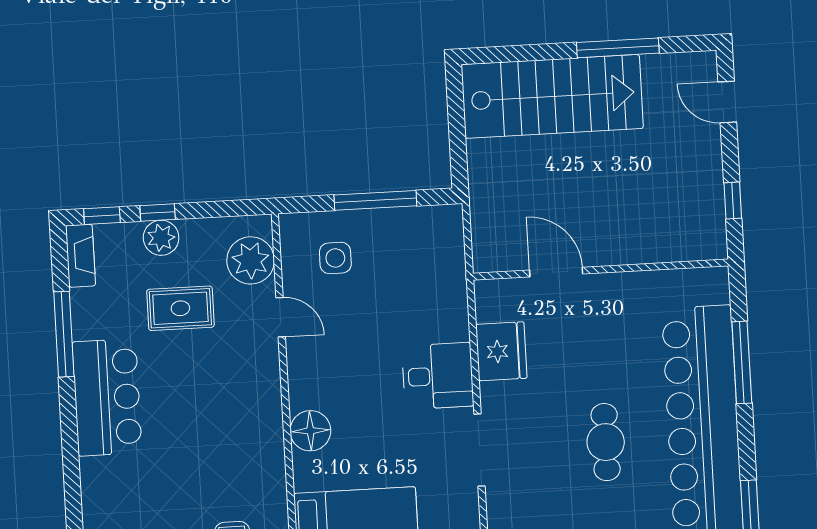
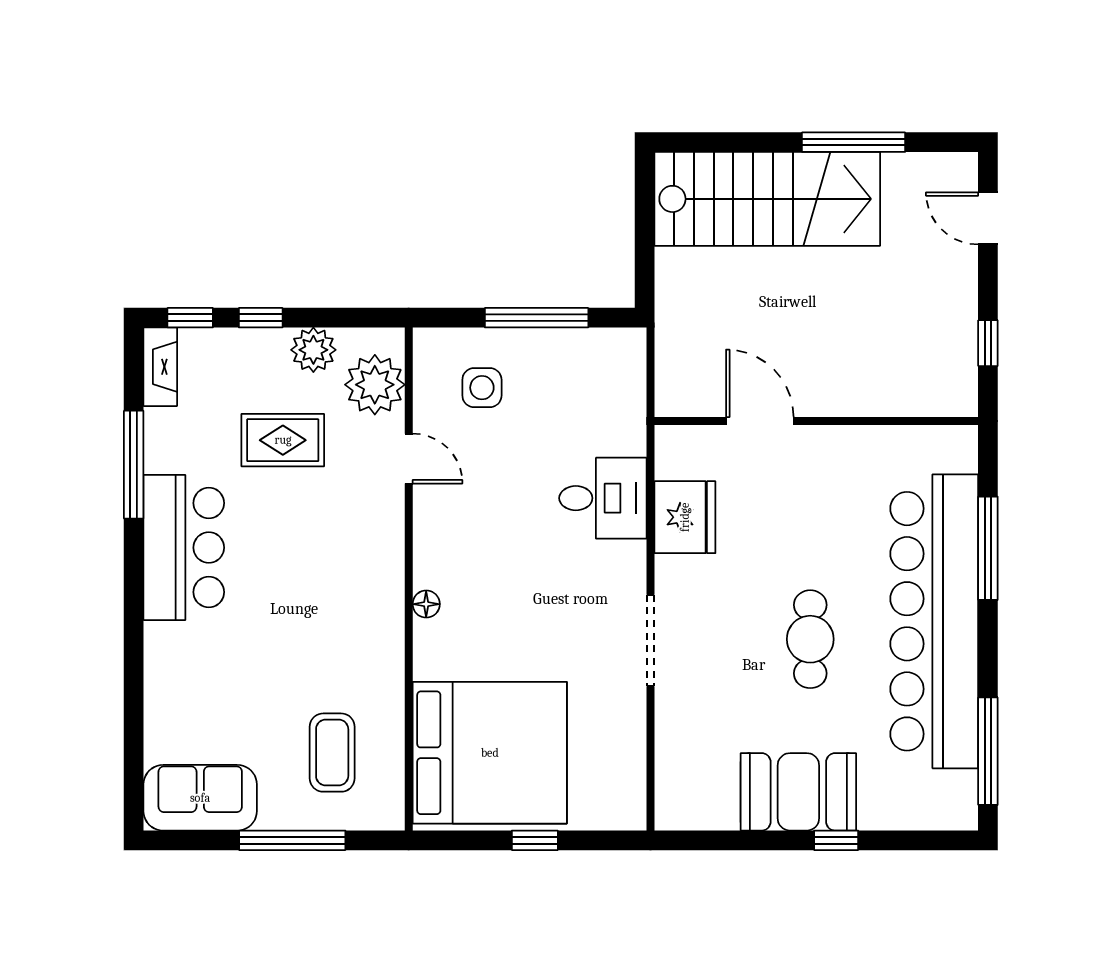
plant: (161, 238) -> (313, 350), moved
desk: (438, 376) -> (603, 498), moved
floor lamp: (310, 431) -> (426, 604), width x0.53, depth x0.53

